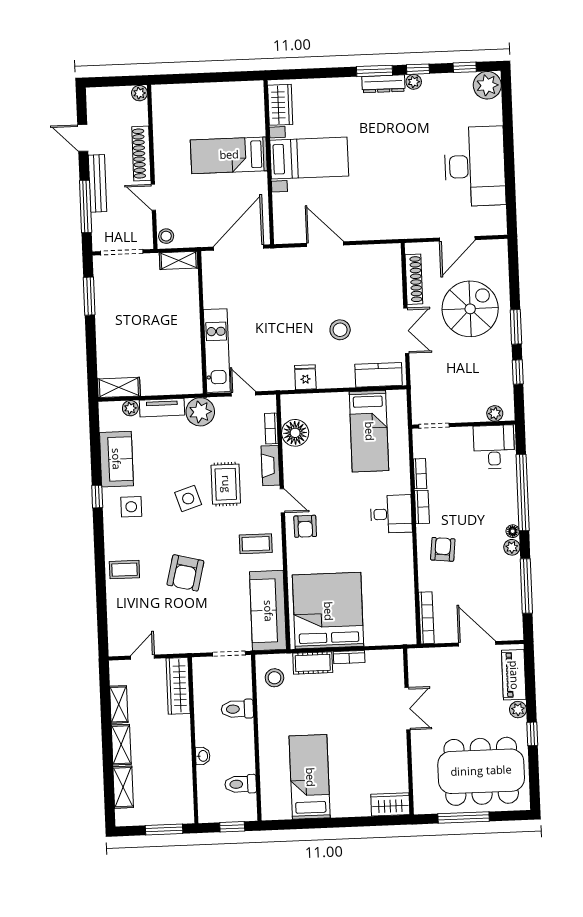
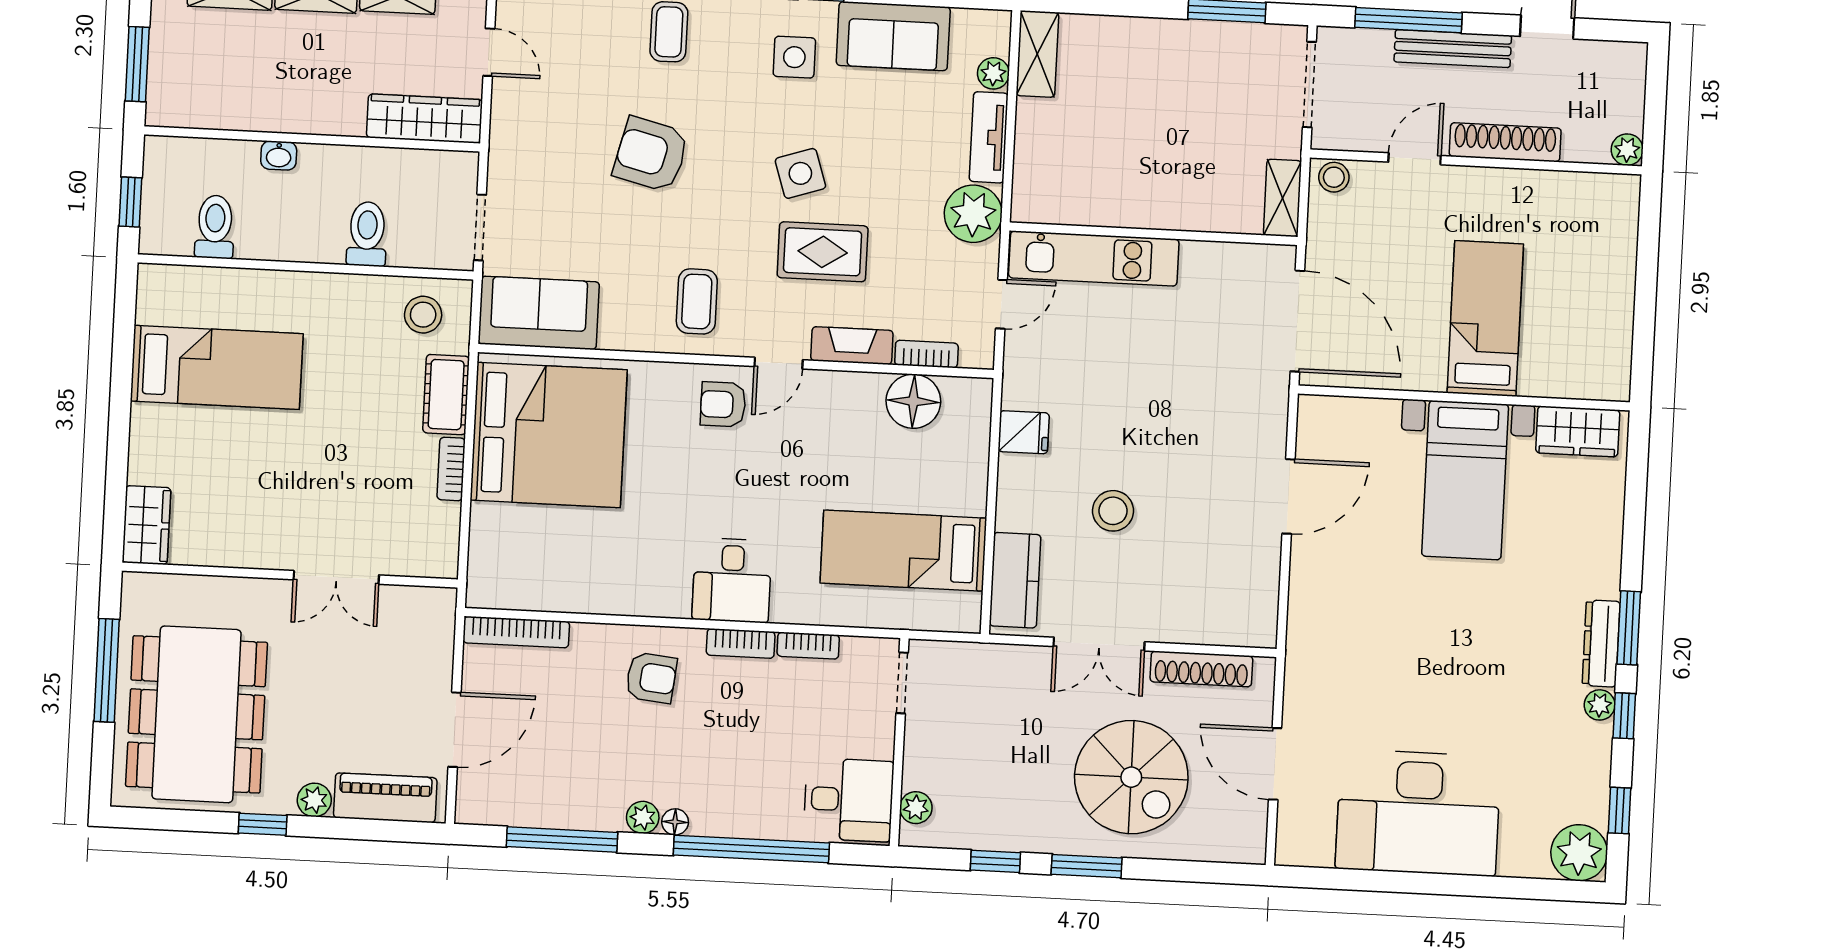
sofa: (268, 611) -> (539, 313), width x0.73

